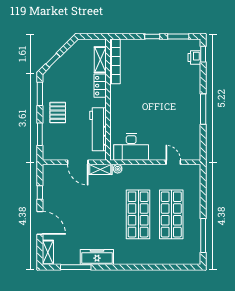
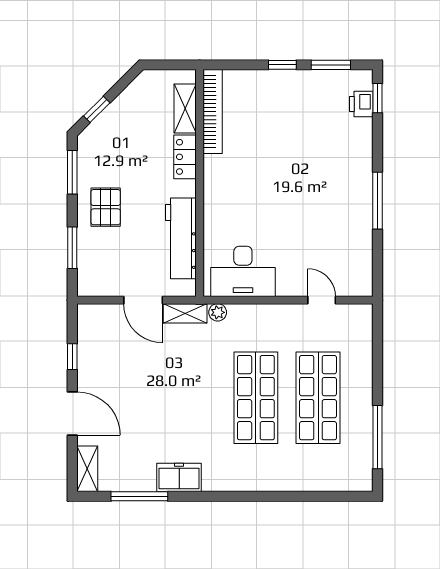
freezer: (97, 257) -> (179, 477), width x0.71

